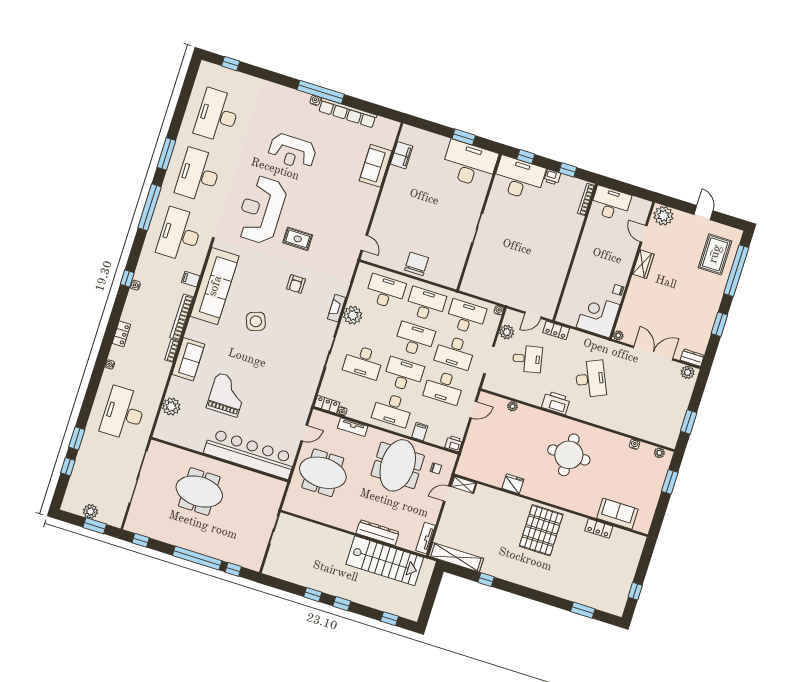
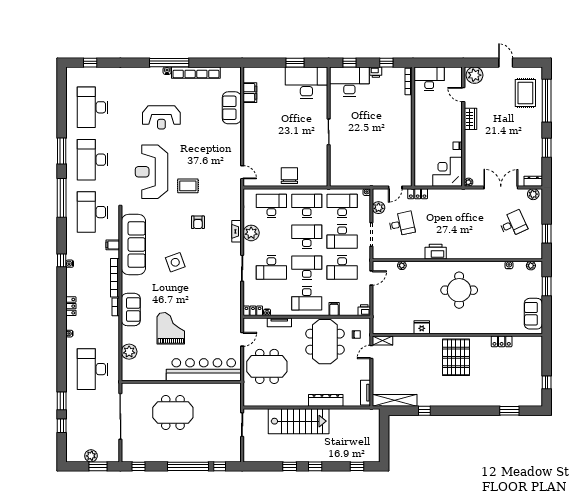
desk: (591, 379) -> (513, 224), moved, width x0.73
sofa: (617, 514) -> (533, 314), moved, turned -90
stairs: (385, 561) -> (299, 421), moved

